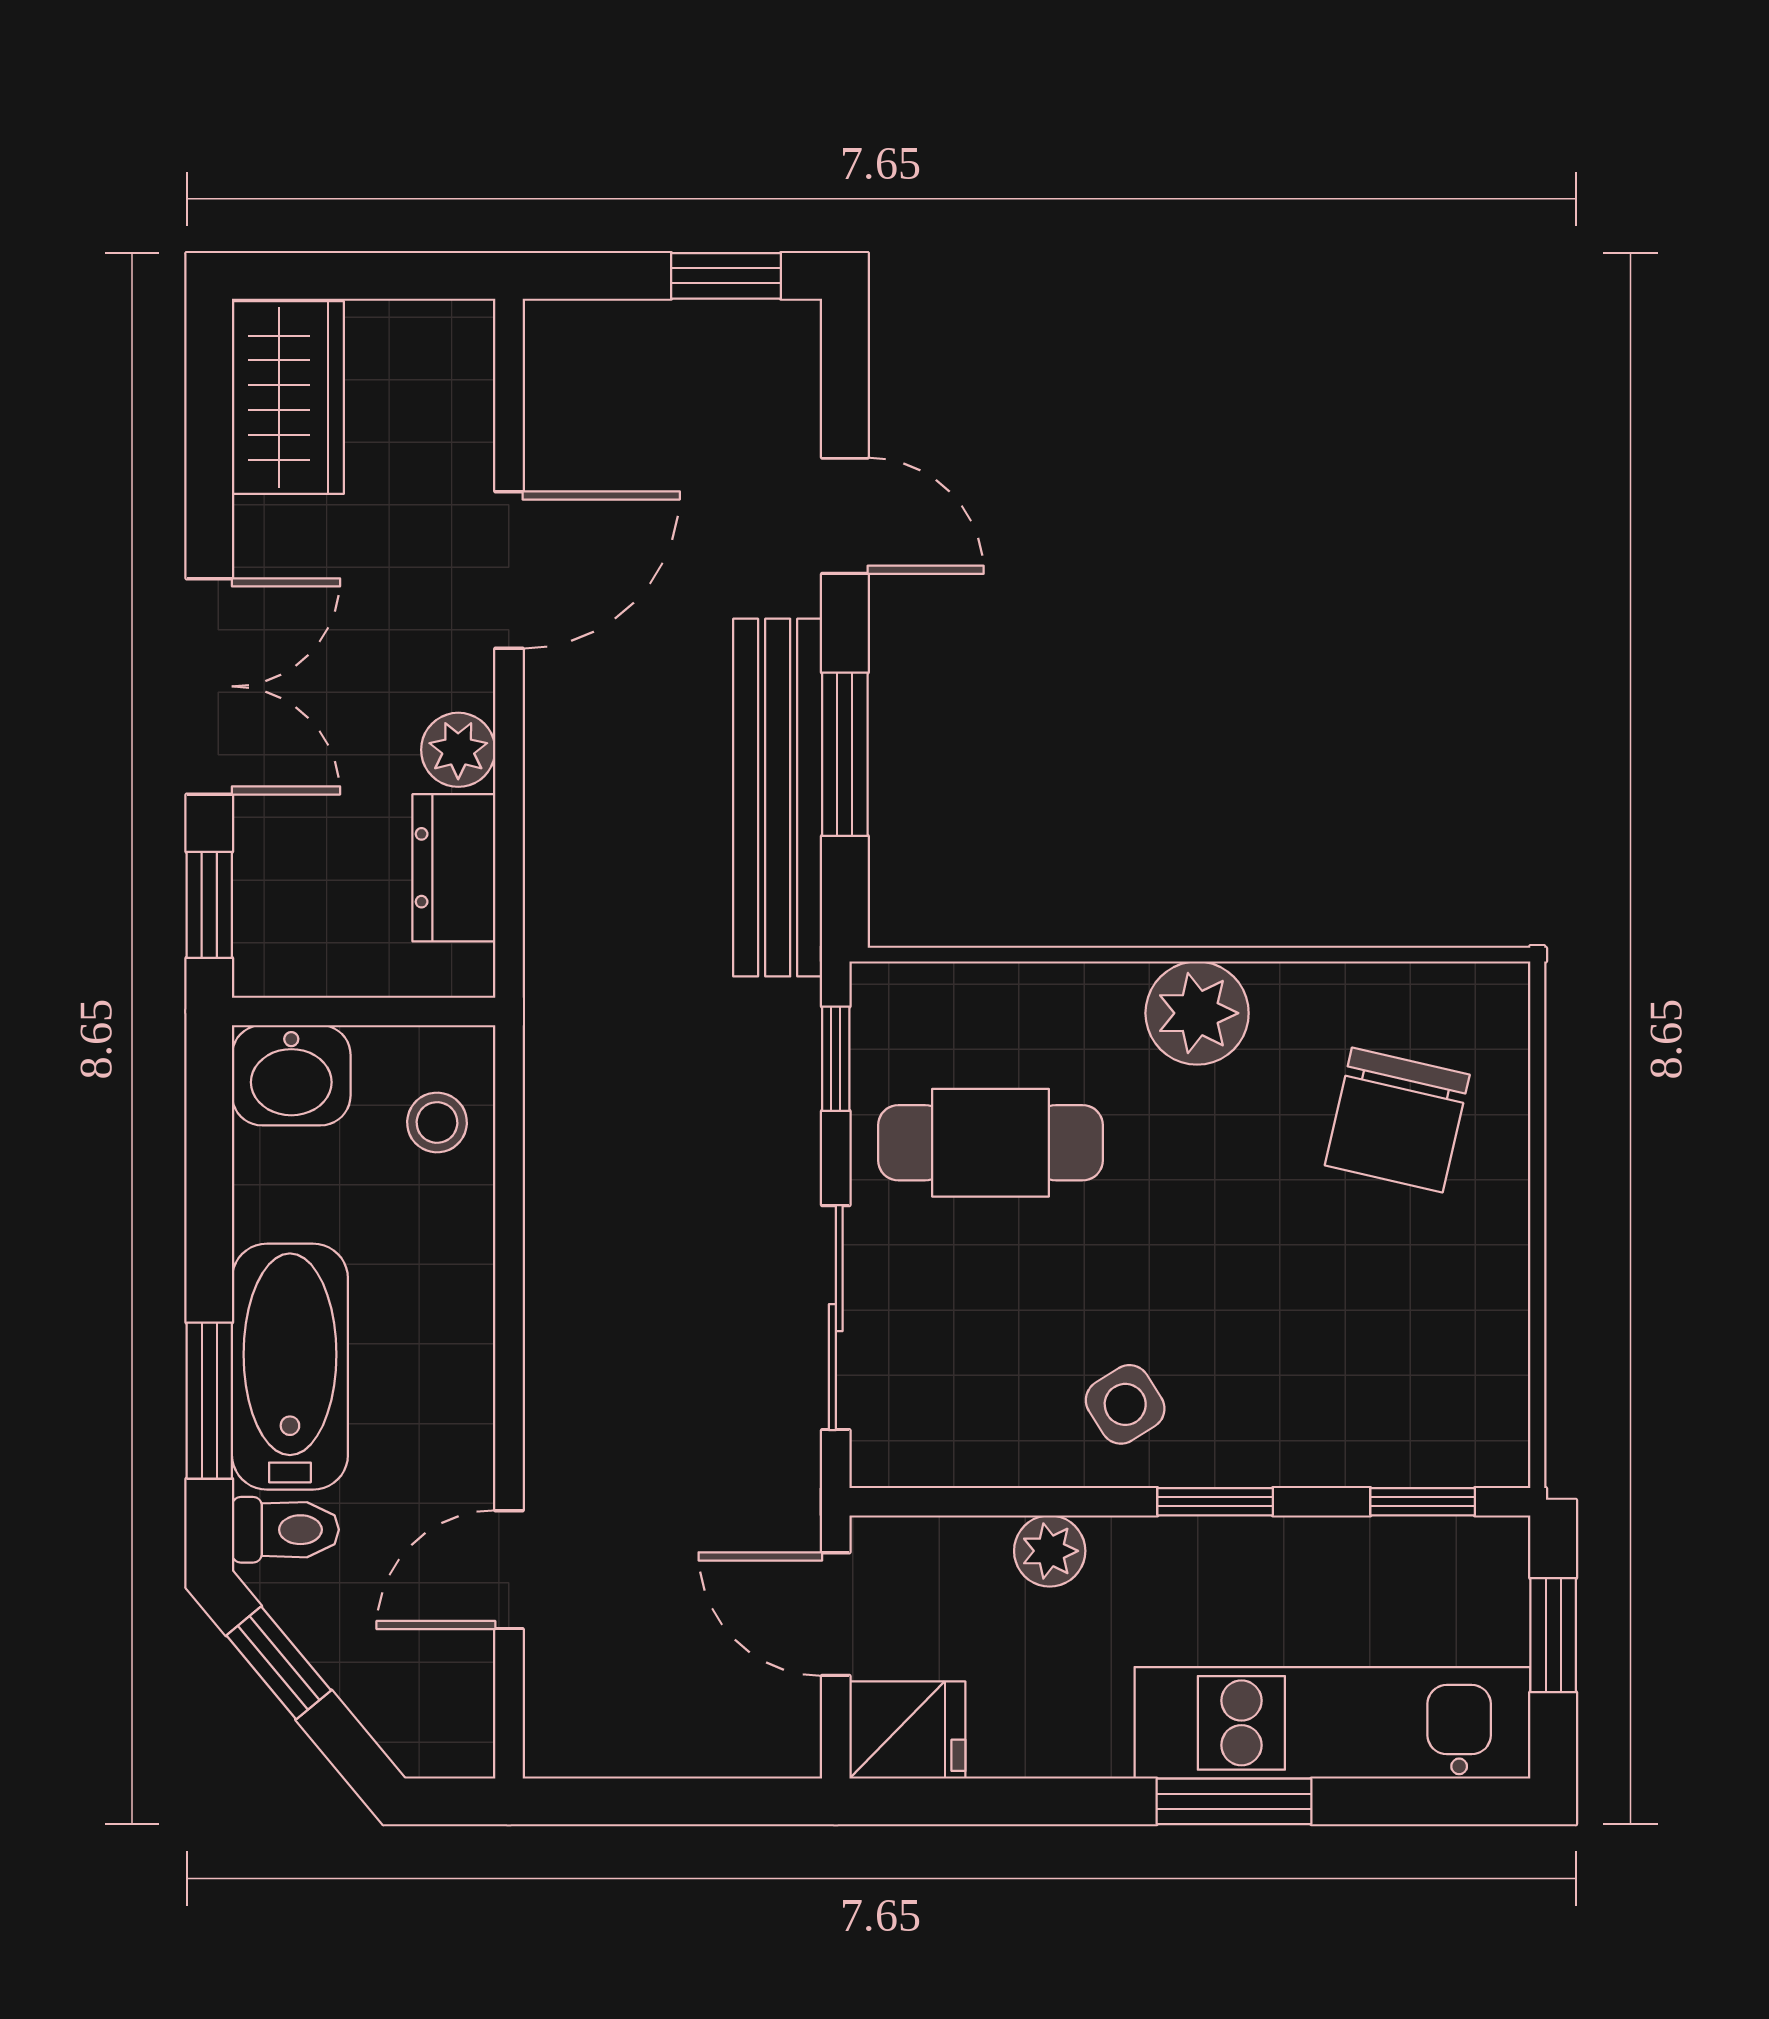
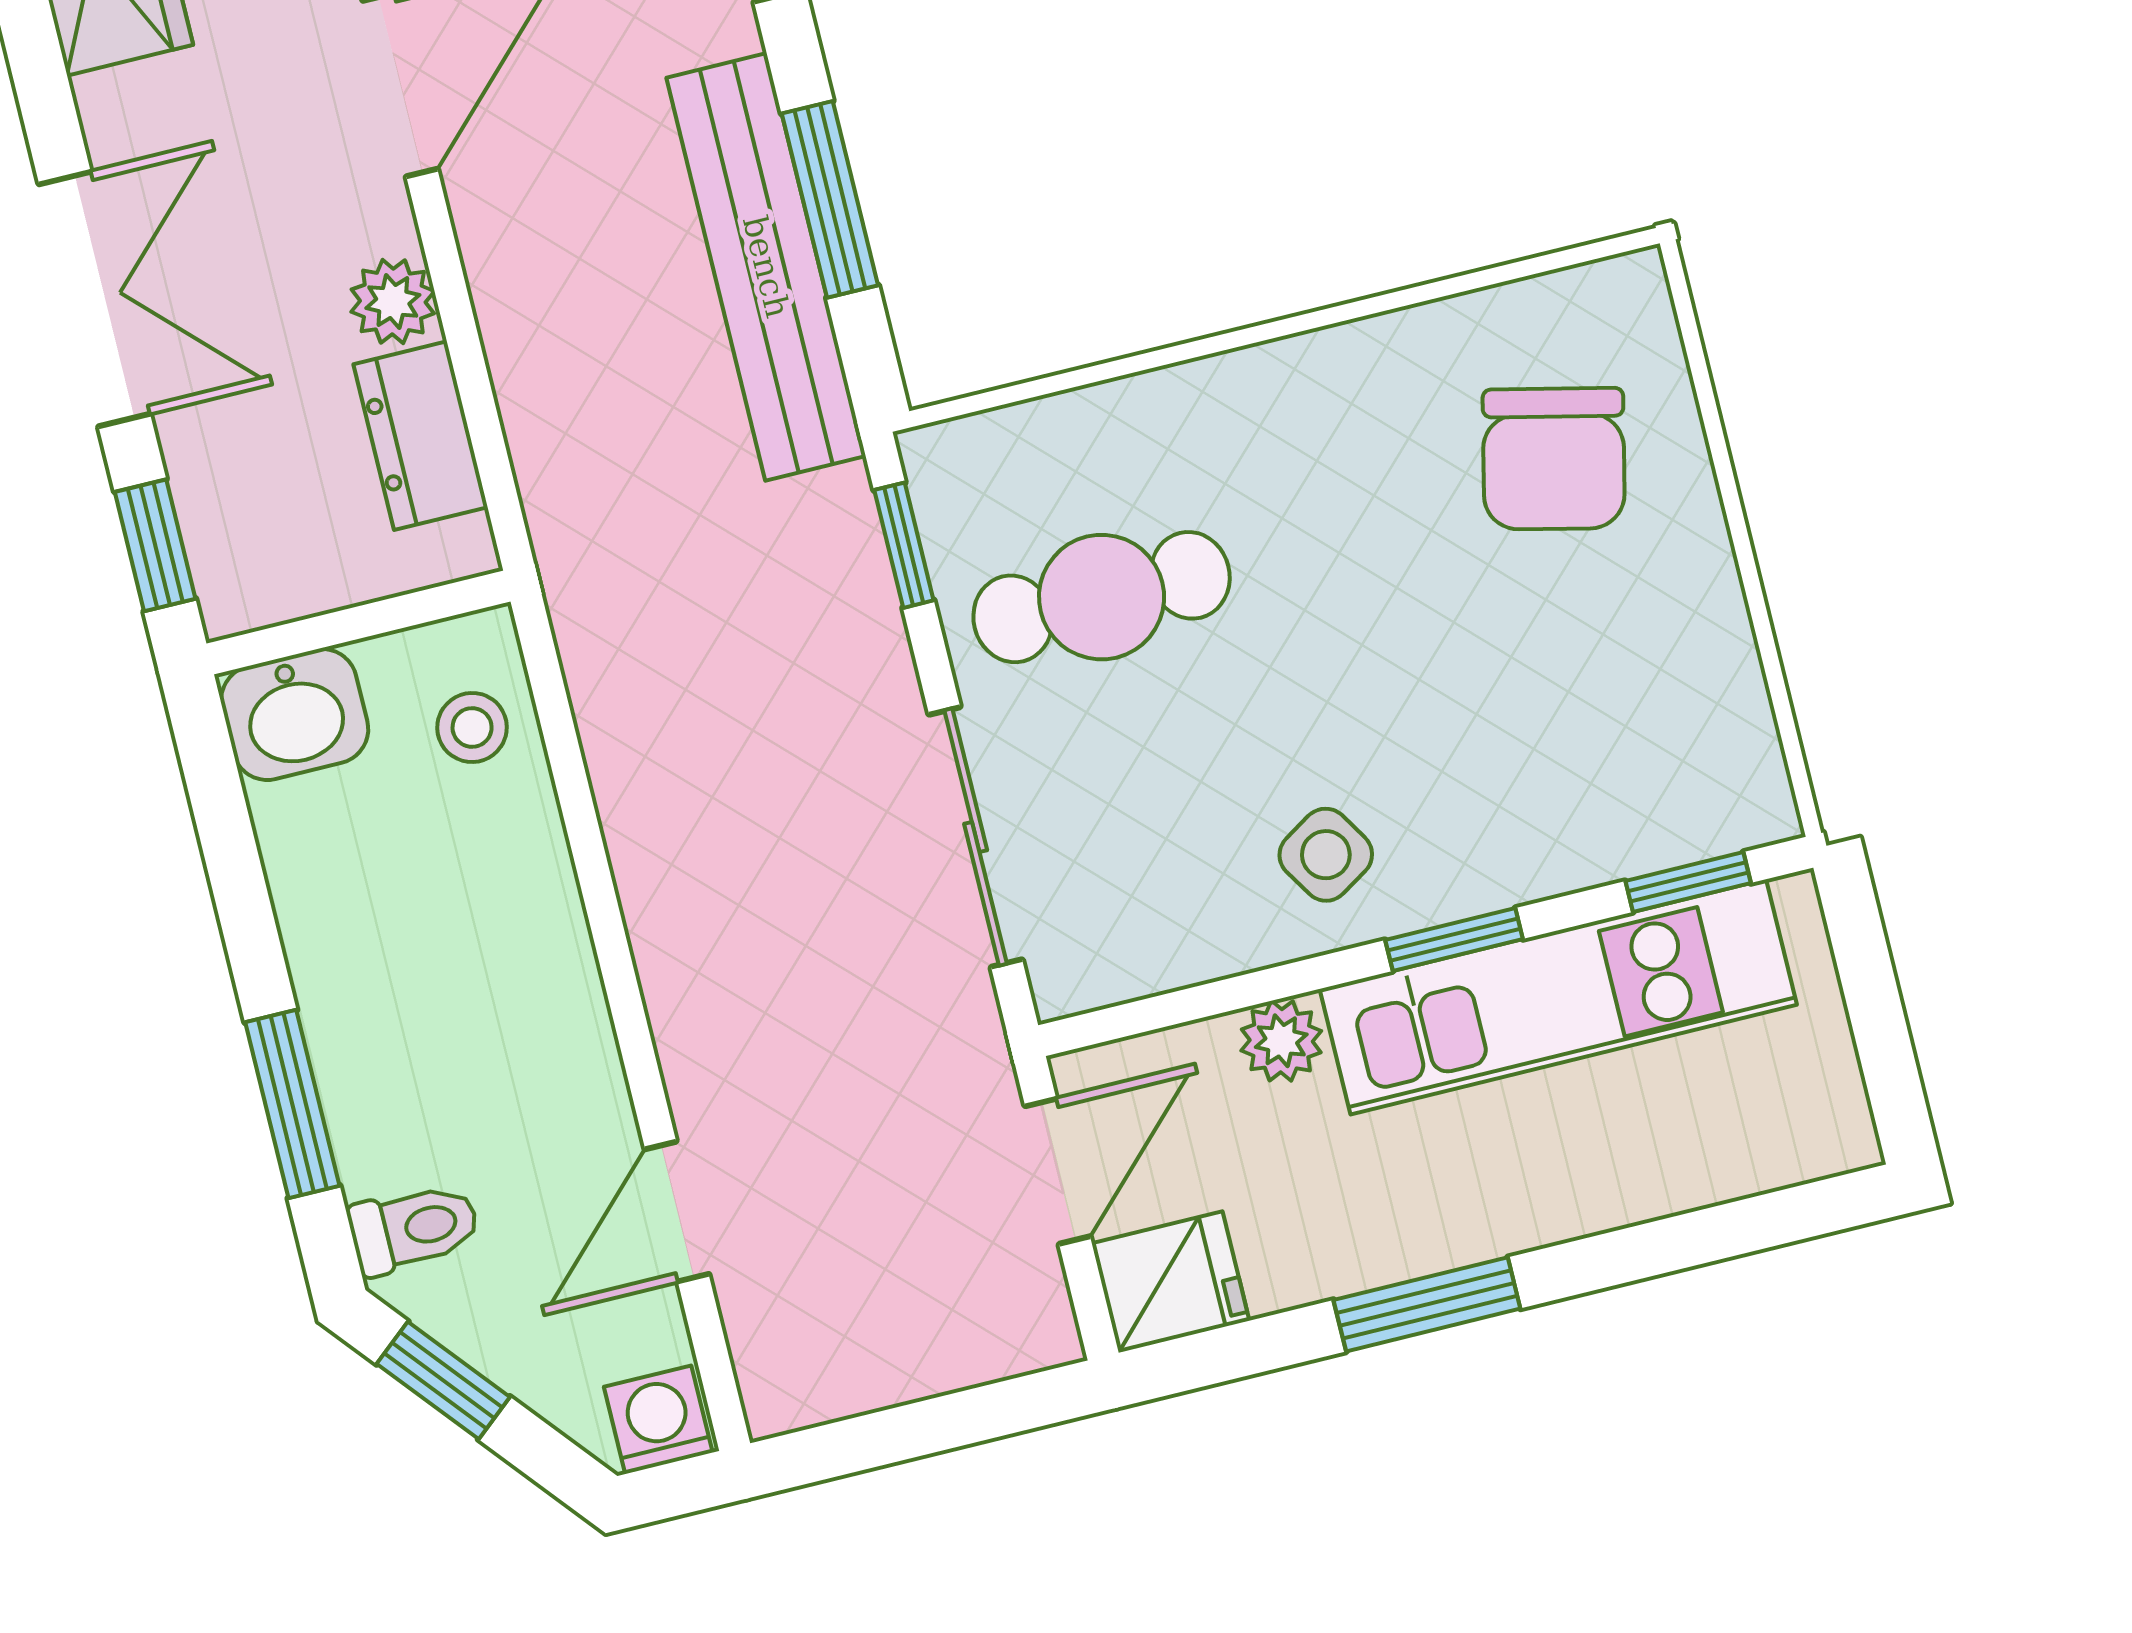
plant: (1197, 1013) -> (1299, 394), removed
bathtub: (290, 1367) -> (374, 1043), removed
door: (836, 1614) -> (1058, 1171), swing flipped
window: (1553, 1635) -> (1872, 996), removed
kitchen unit: (1332, 1723) -> (1558, 997), moved, turned 180
washing machine: (451, 1740) -> (658, 1420), added
window: (1234, 1801) -> (1427, 1304), moved

